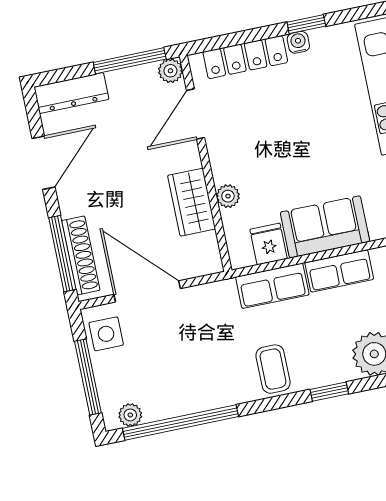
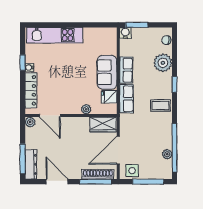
window: (130, 61) -> (23, 159), moved
wardrobe: (192, 202) -> (103, 125), moved
plant: (130, 415) -> (167, 154), moved

